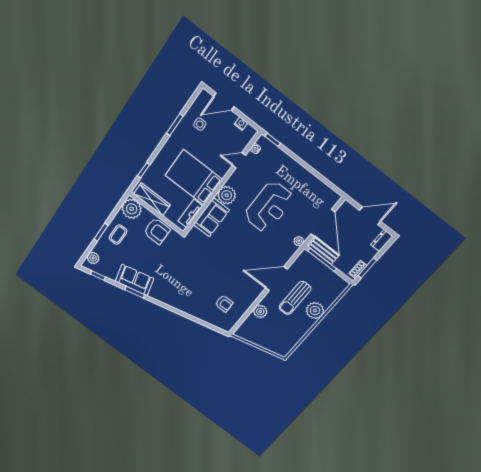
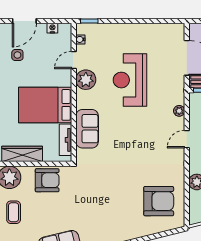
plant: (227, 195) -> (86, 80), moved
reception desk: (269, 207) -> (130, 80), turned 180
plant: (299, 241) -> (179, 111), moved
door: (276, 279) -> (187, 139), width x0.53
armchair: (224, 304) -> (159, 201), width x1.88, depth x1.88

